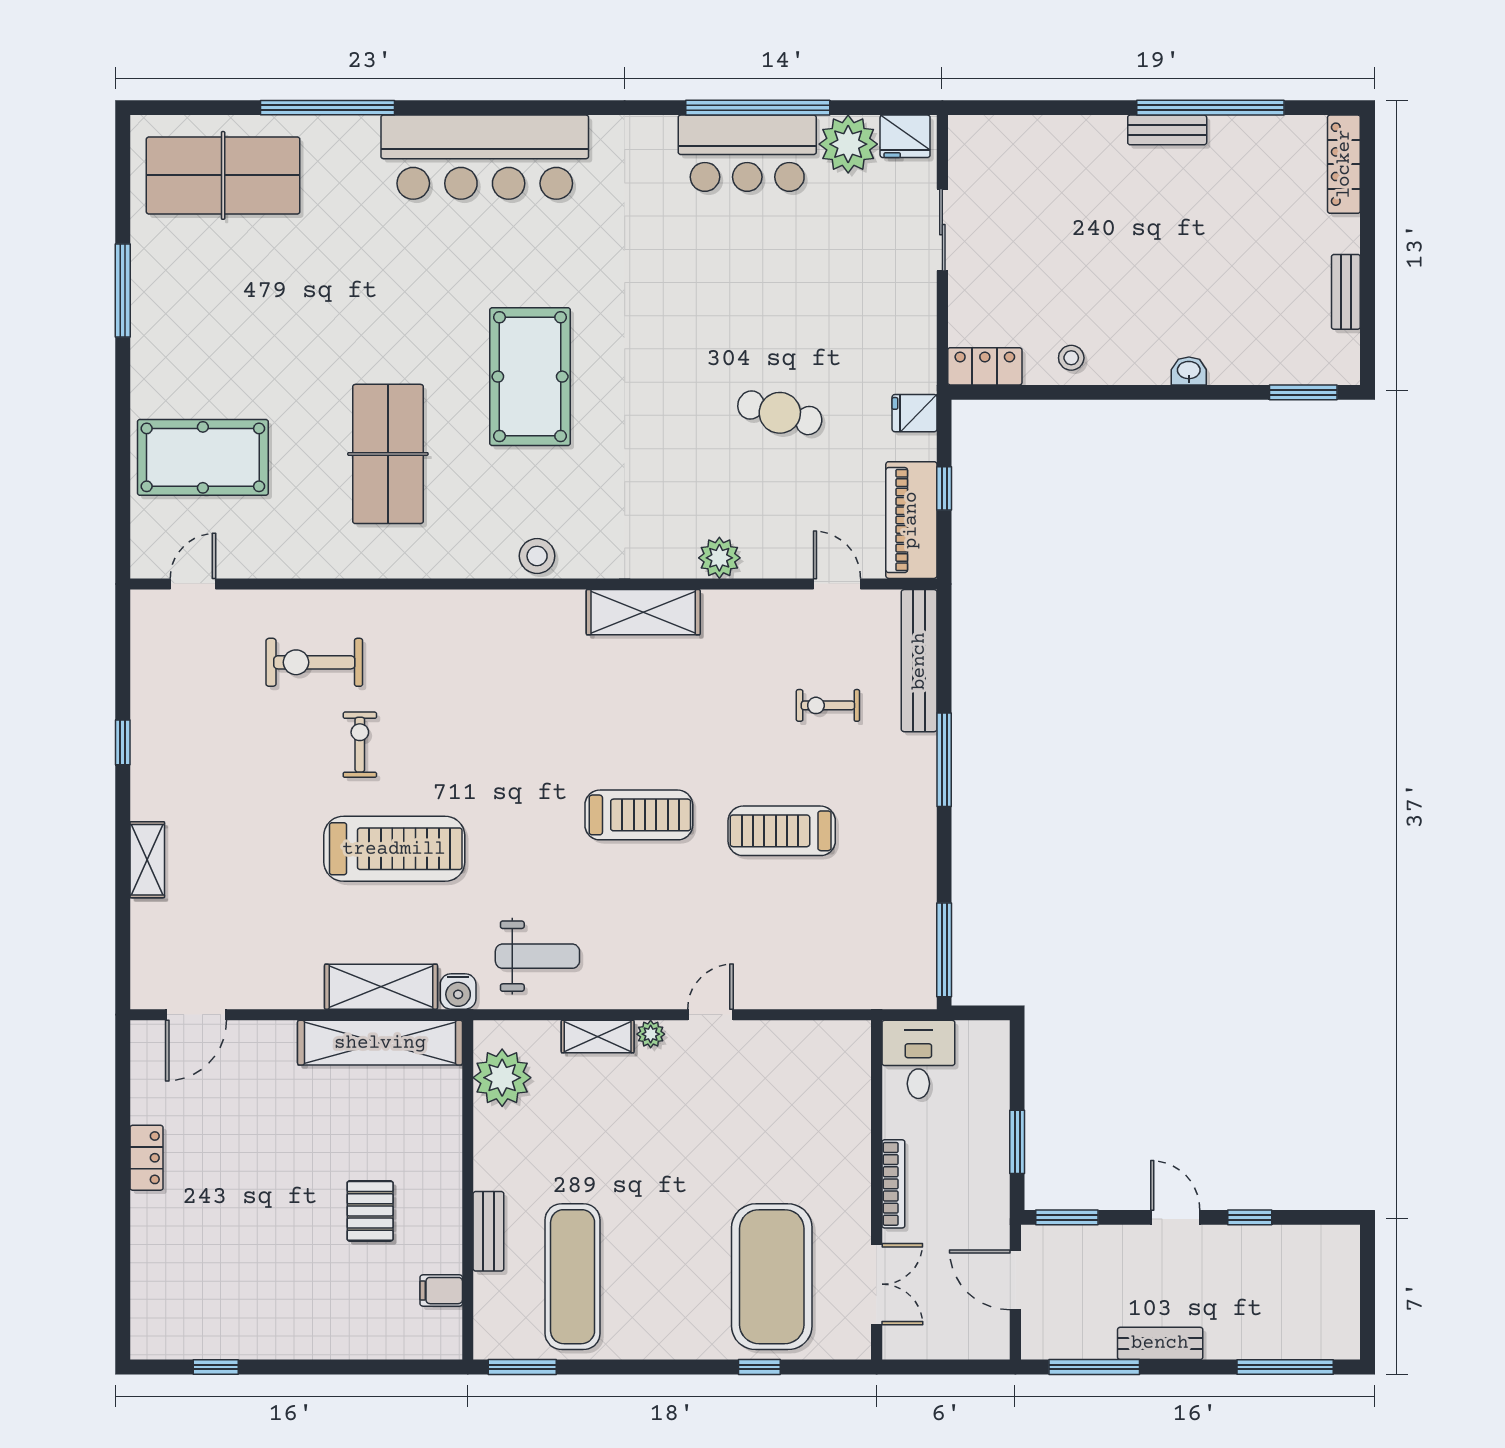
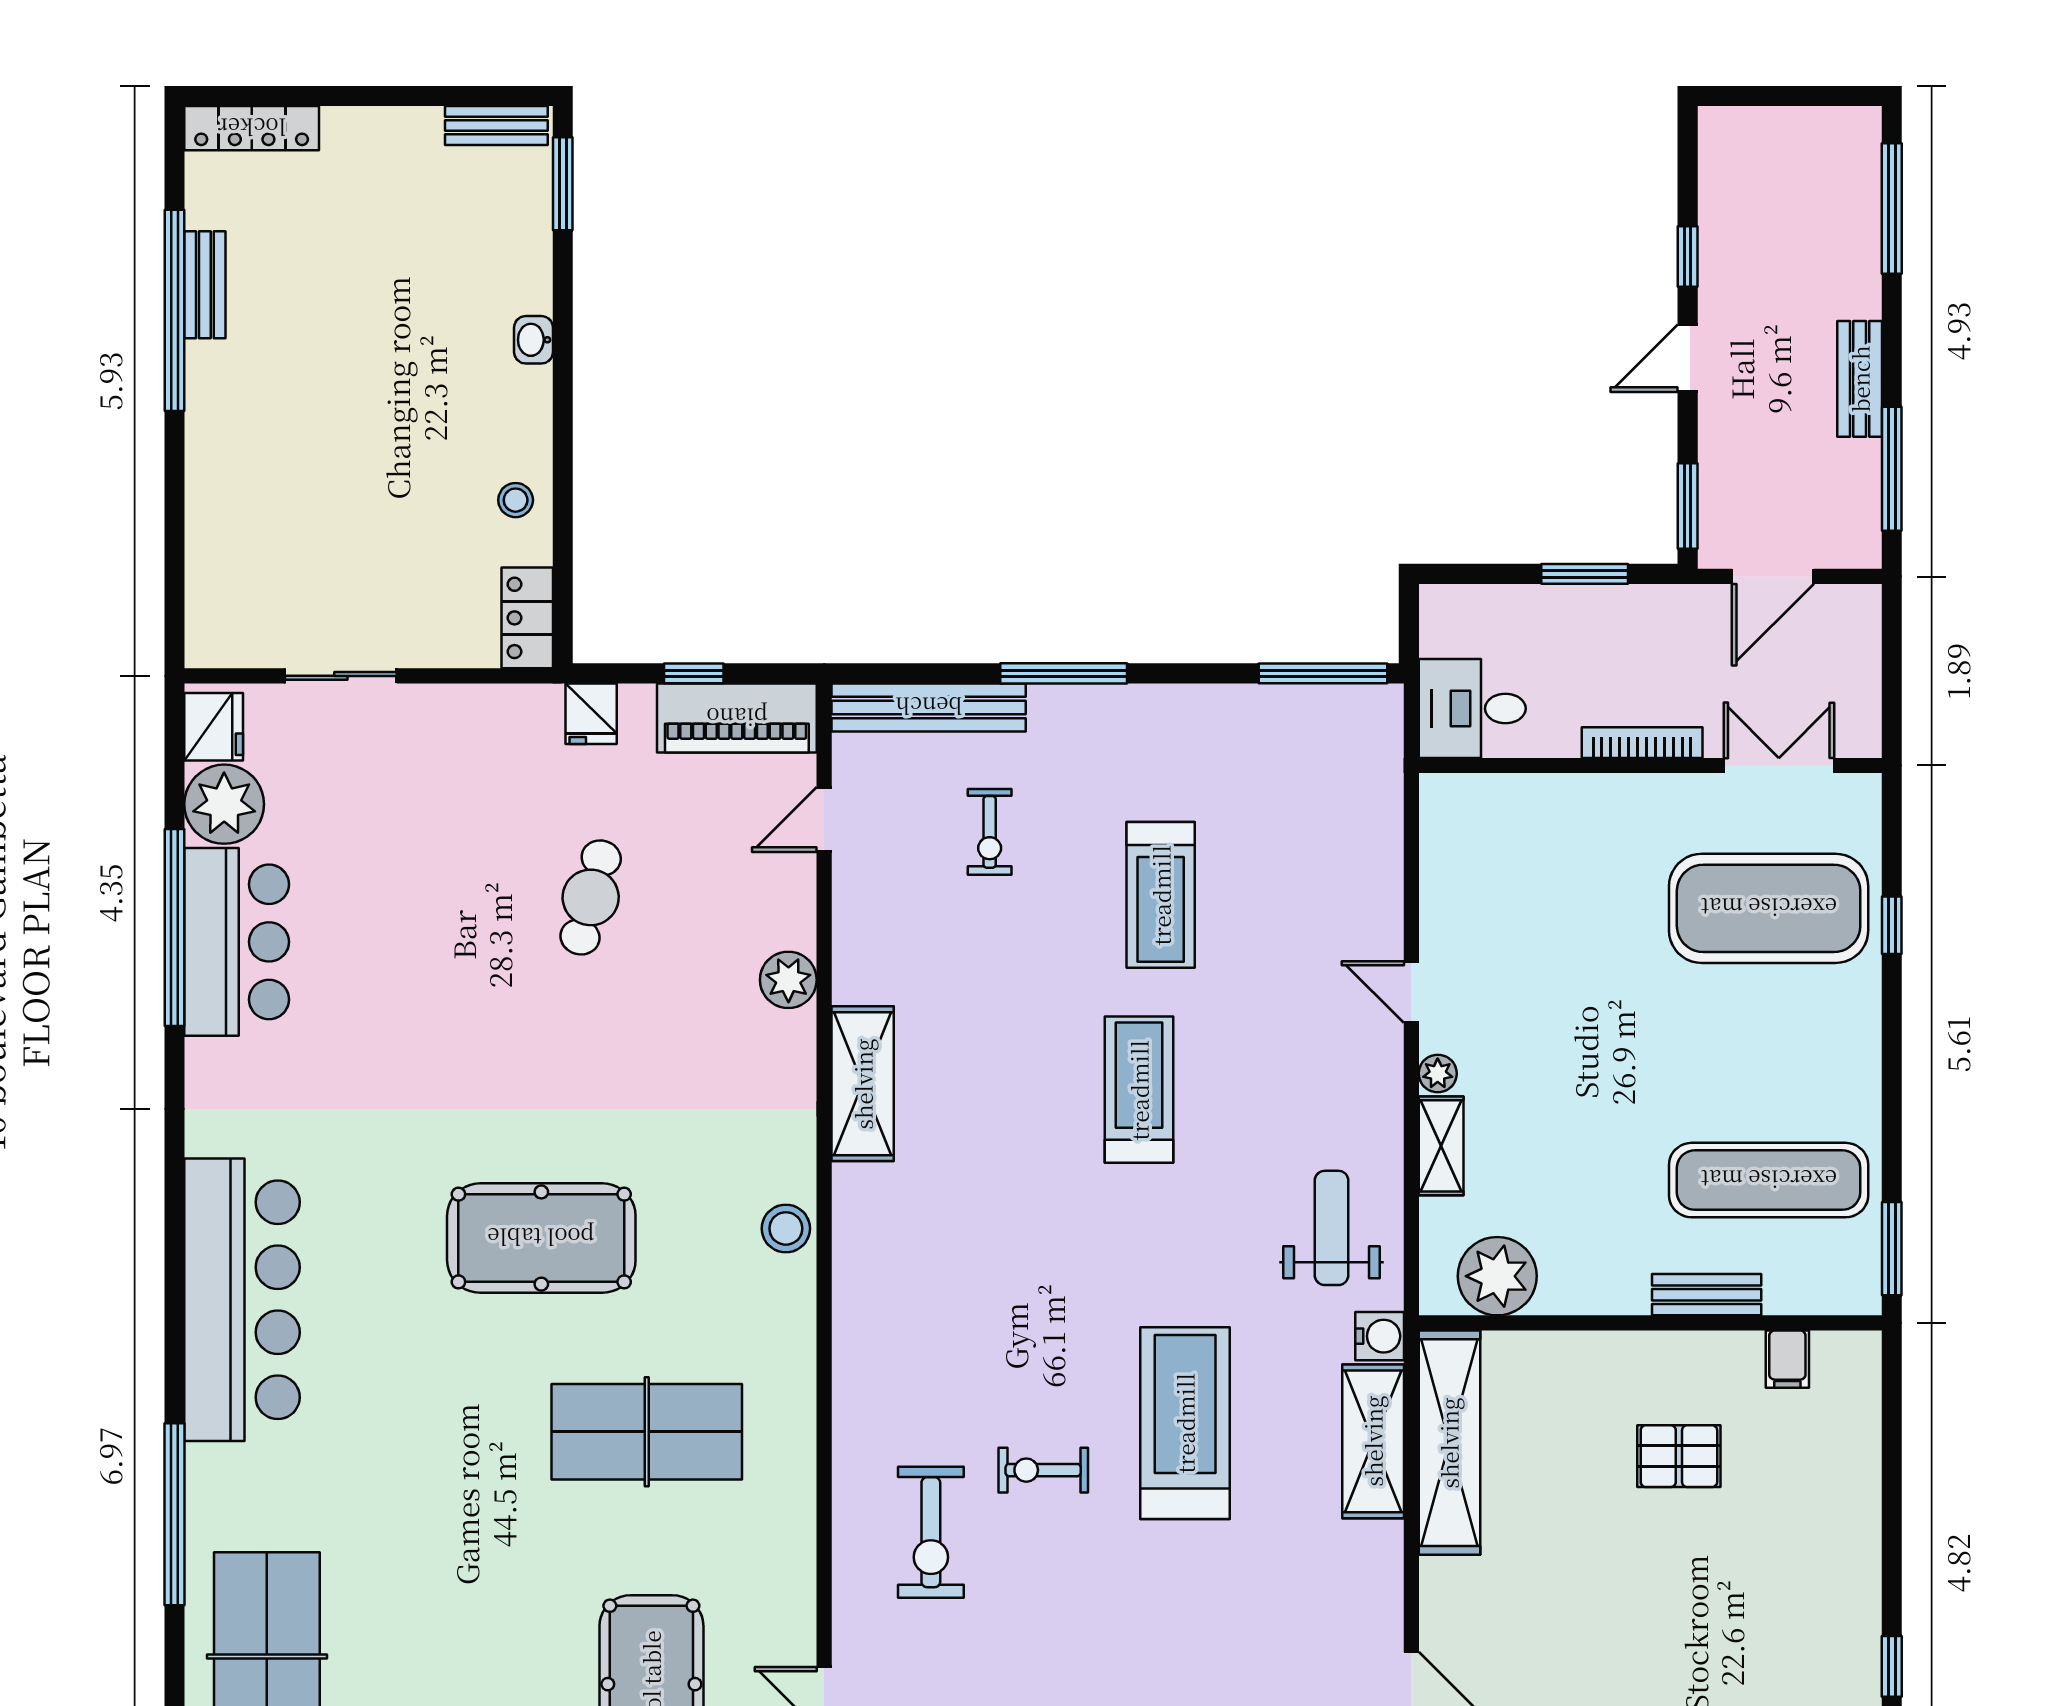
bench: (1167, 130) -> (205, 285), moved
bench: (1346, 292) -> (496, 126), moved

